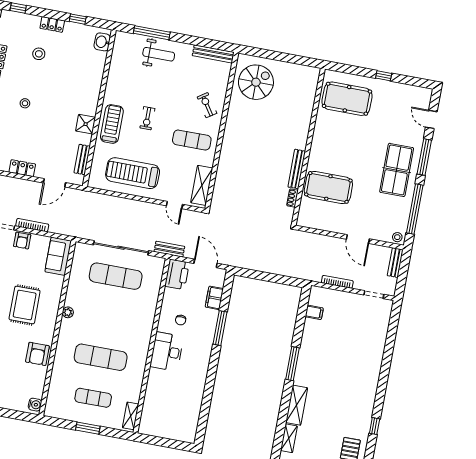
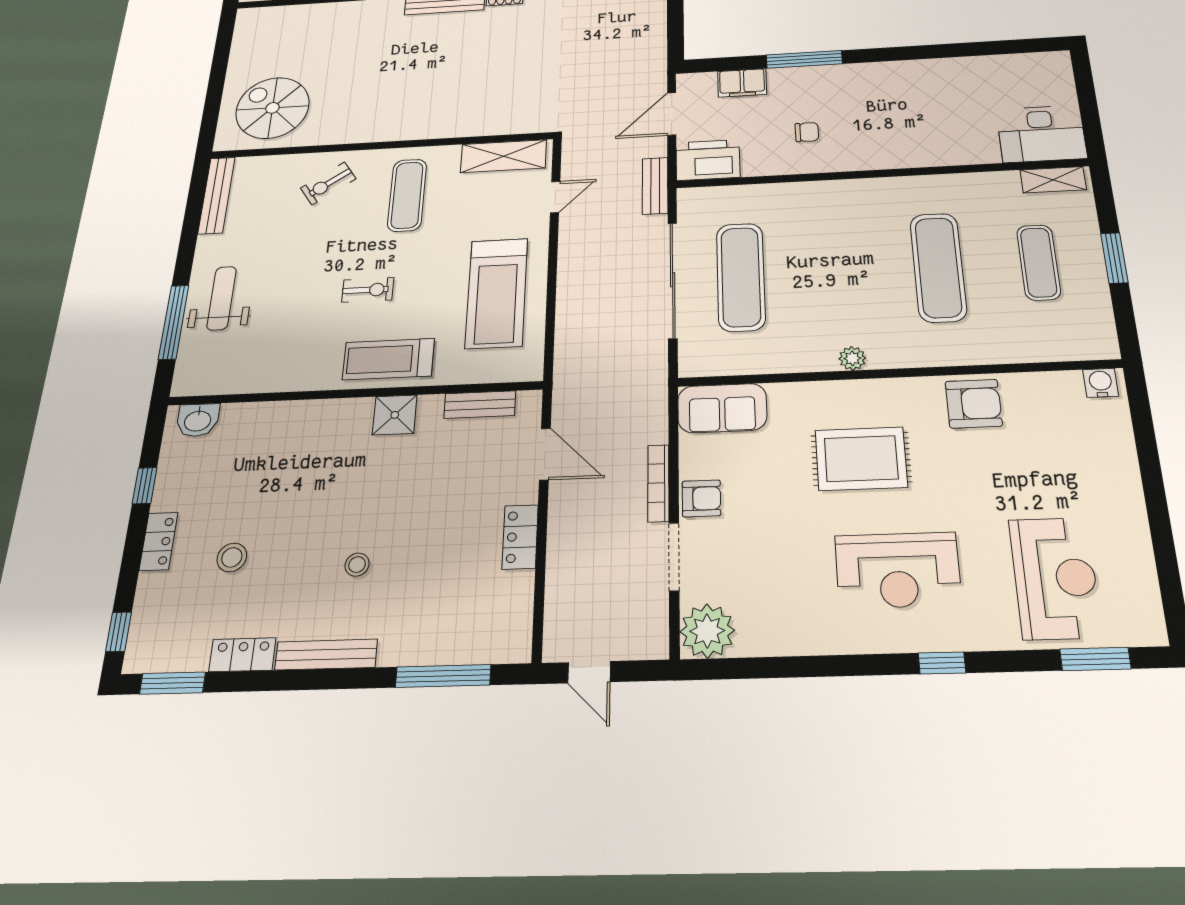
desk: (167, 352) -> (1041, 134), moved

